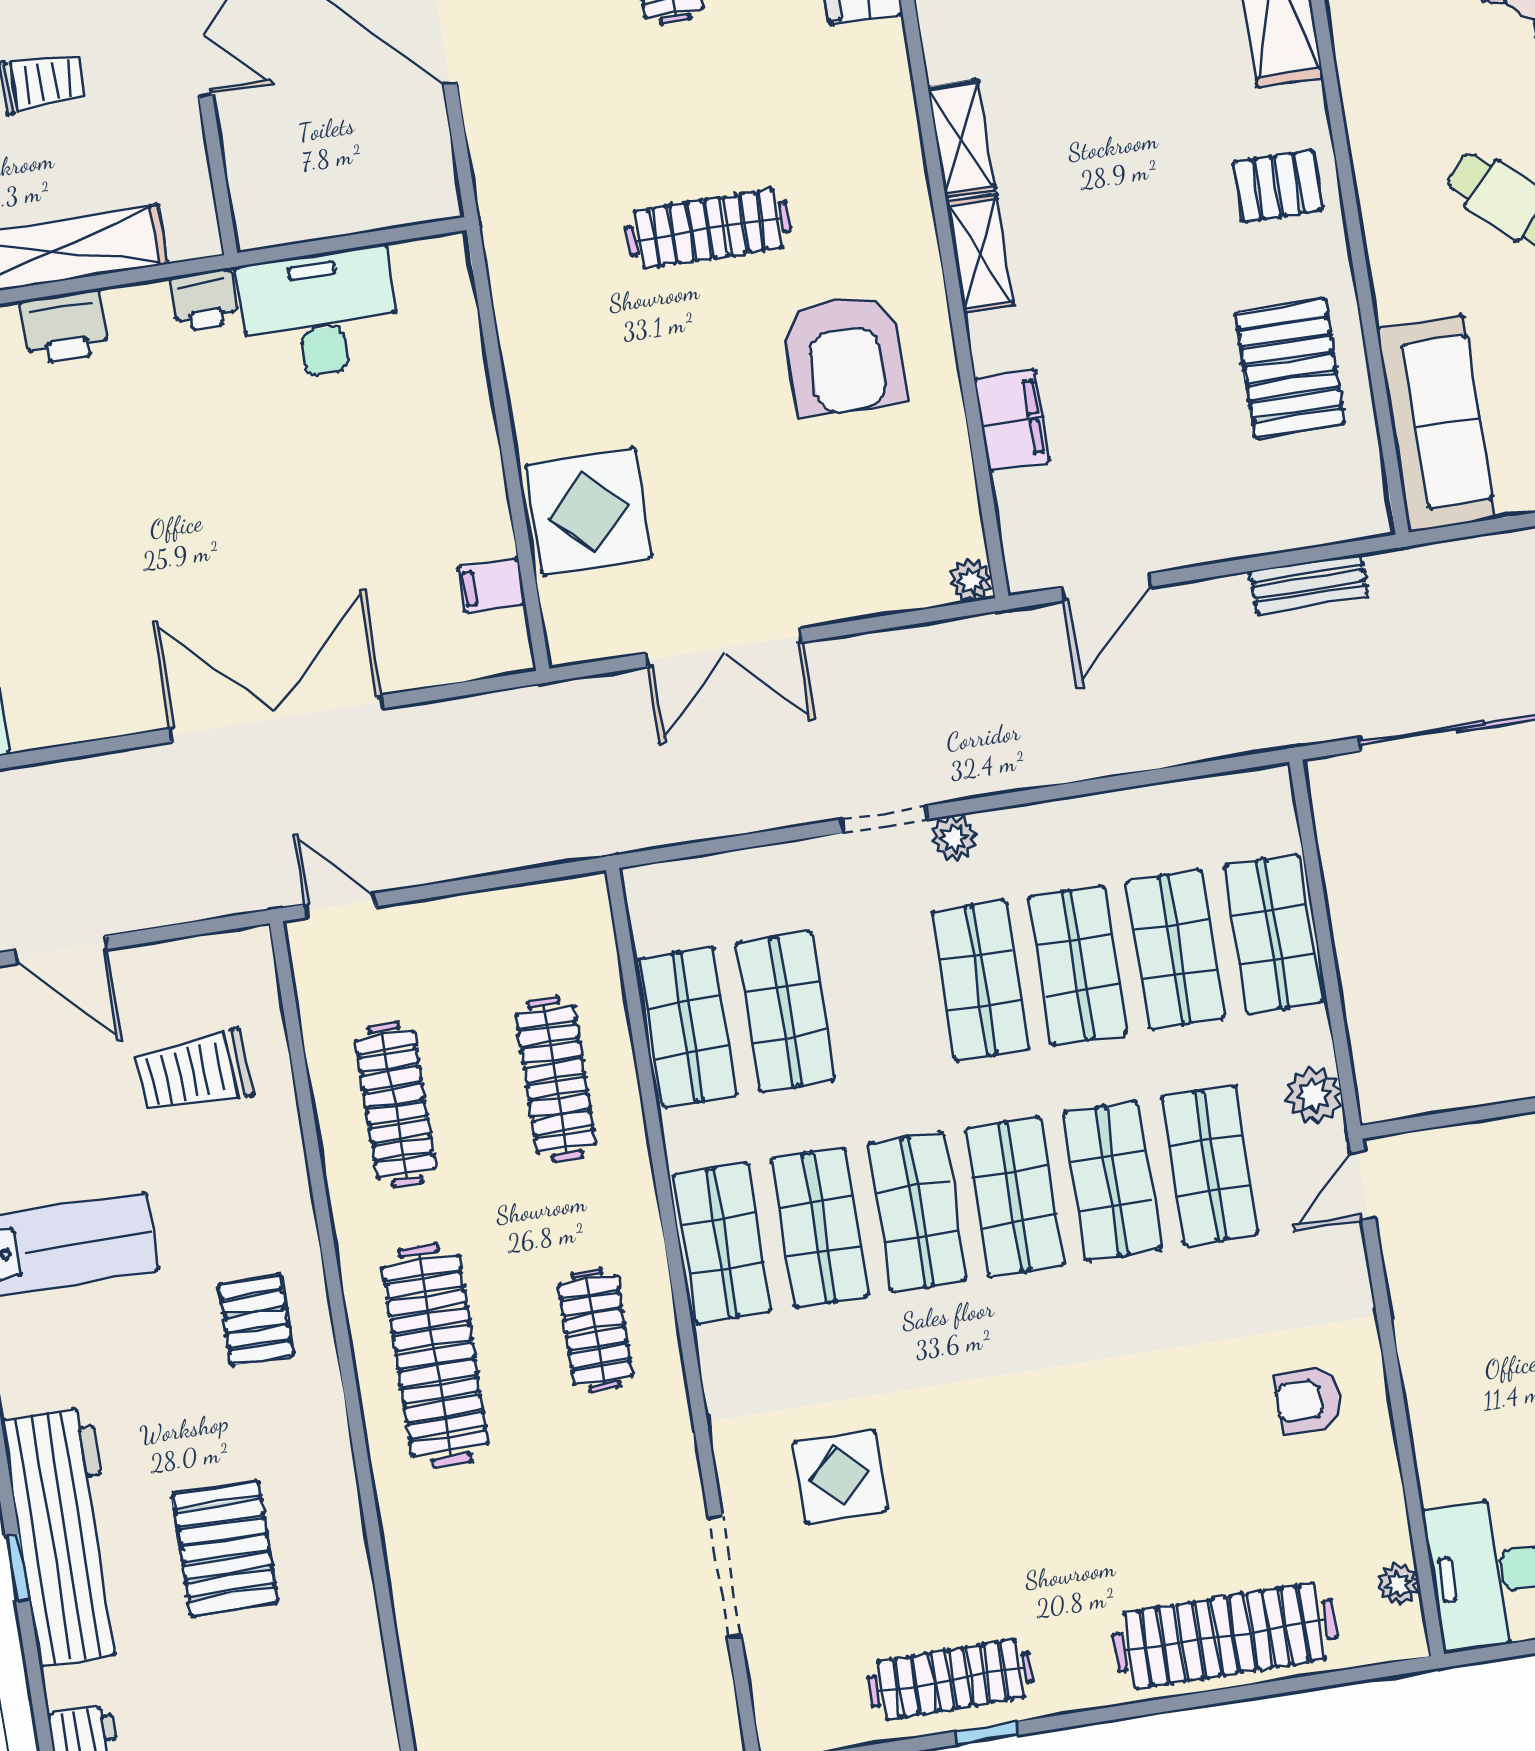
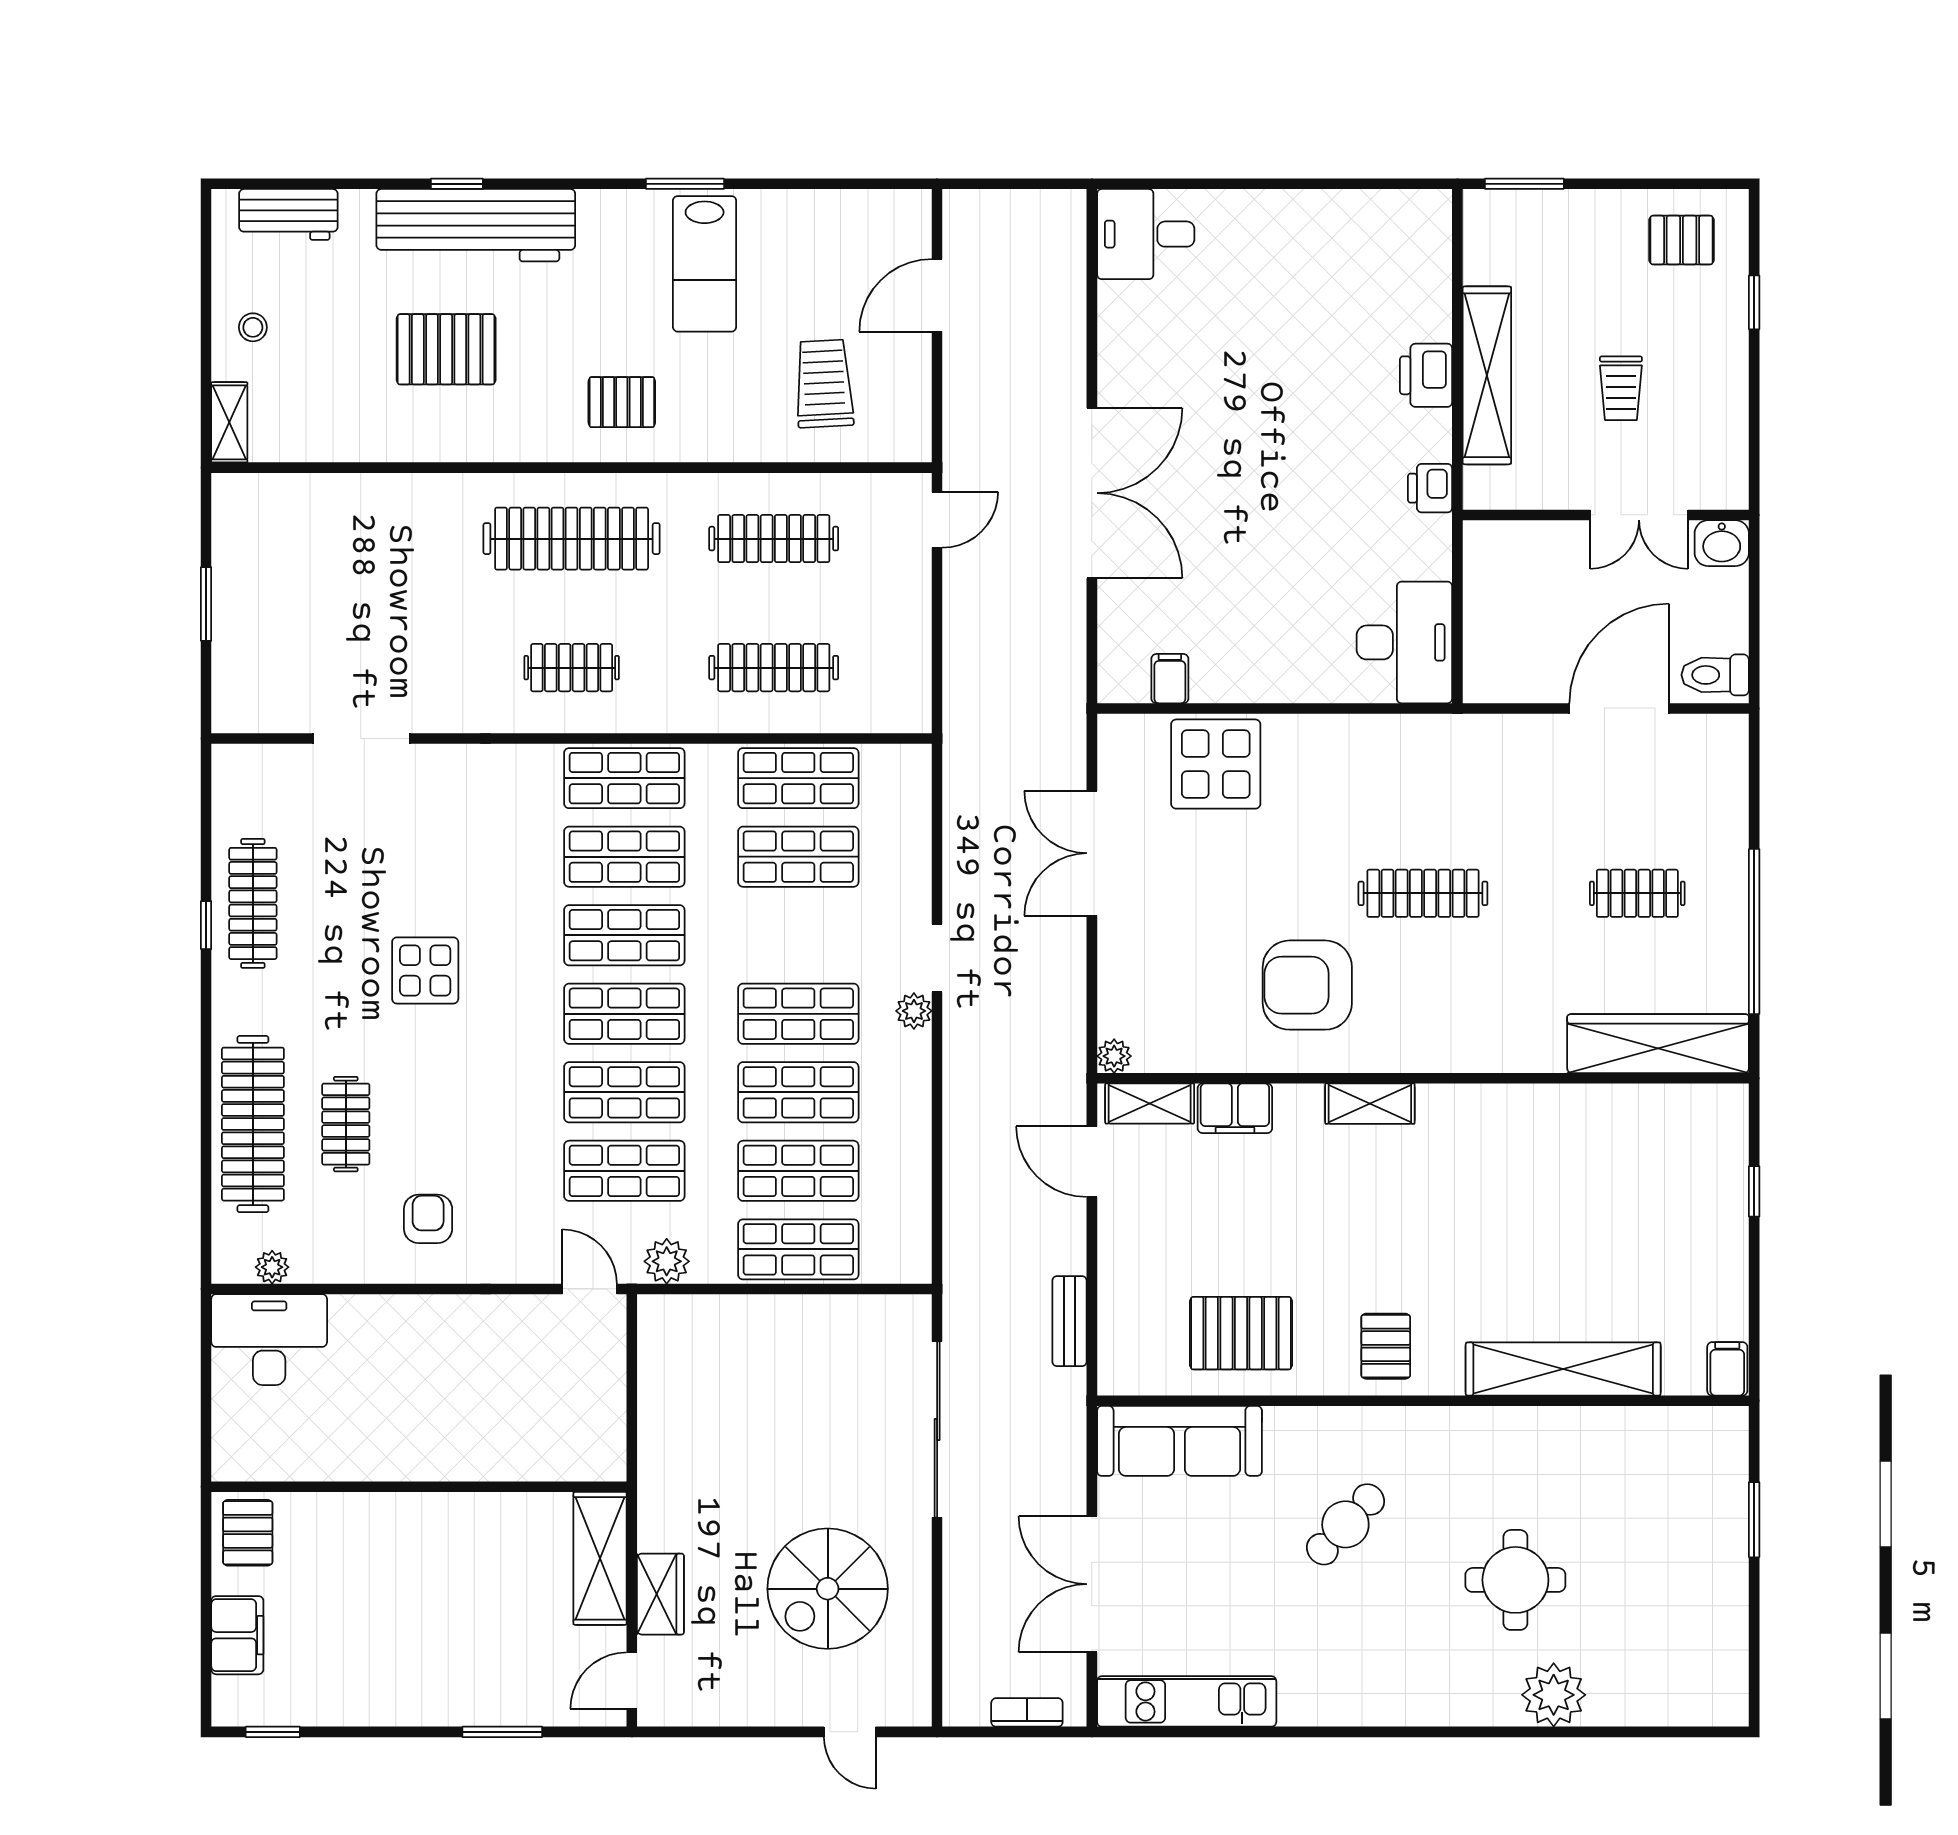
shelving: (961, 138) -> (1150, 1103), moved
clothes rail: (708, 229) -> (1423, 893), turned 90
desk: (319, 314) -> (1404, 642), moved
display table: (840, 1477) -> (425, 970), moved
clothes rail: (1206, 1521) -> (346, 1124), added

